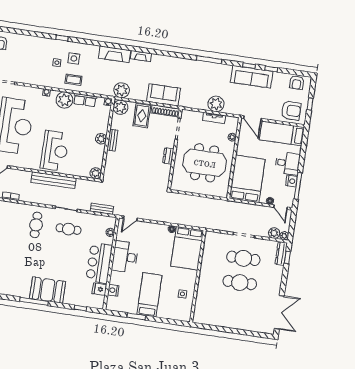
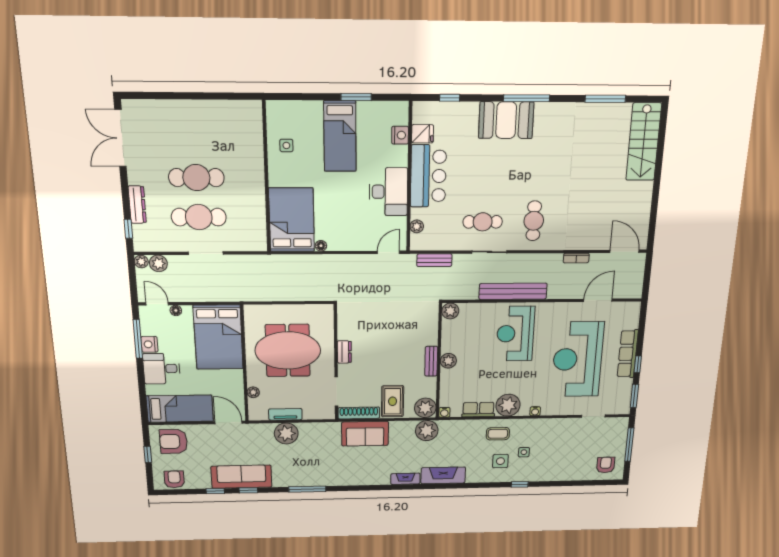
dresser: (281, 254) -> (137, 205), moved

